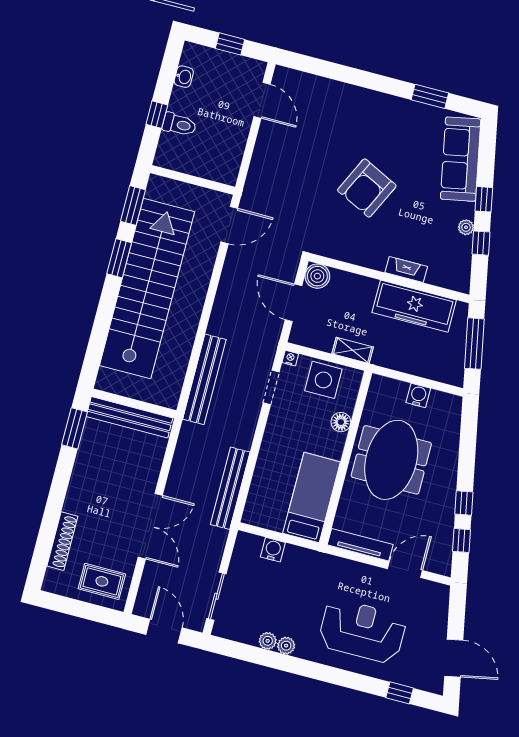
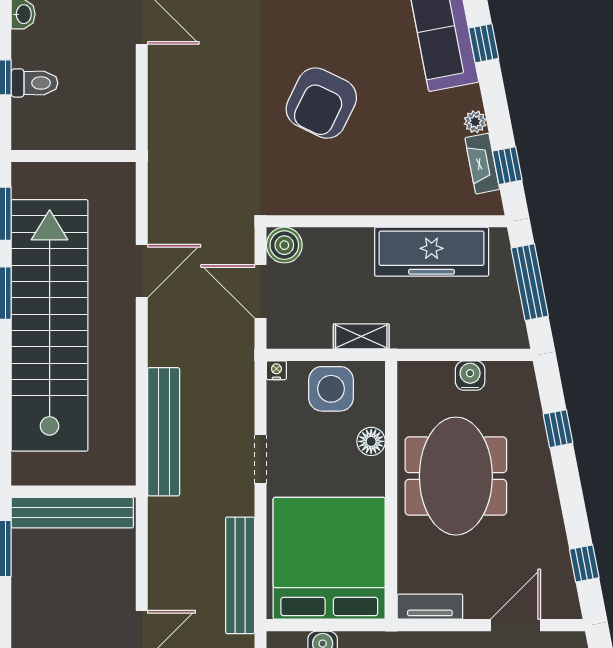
window: (484, 199) -> (484, 43), moved
door: (229, 225) -> (142, 271), moved
window: (481, 243) -> (507, 166), moved
fireplace: (406, 270) -> (482, 164), moved, turned -101
doorway: (271, 387) -> (261, 459), moved
bed: (312, 498) -> (329, 558), width x2.04
window: (464, 503) -> (558, 429), moved
tv unit: (360, 545) -> (430, 607), width x0.71

